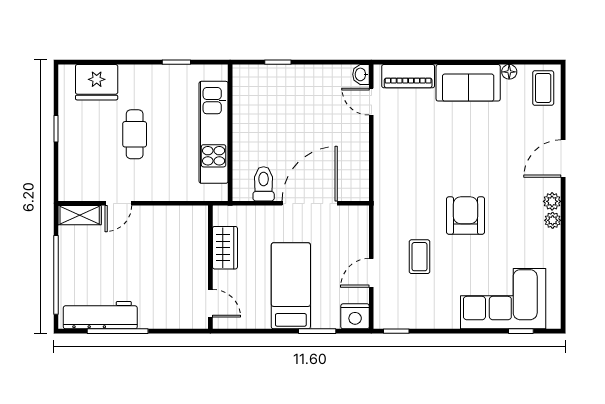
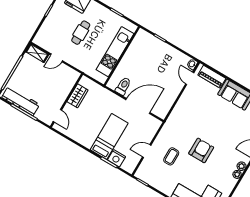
wardrobe: (225, 248) -> (78, 96), moved
wall: (210, 267) -> (66, 100), moved
door: (210, 303) -> (57, 116), moved
nightstand: (355, 316) -> (116, 158), moved

